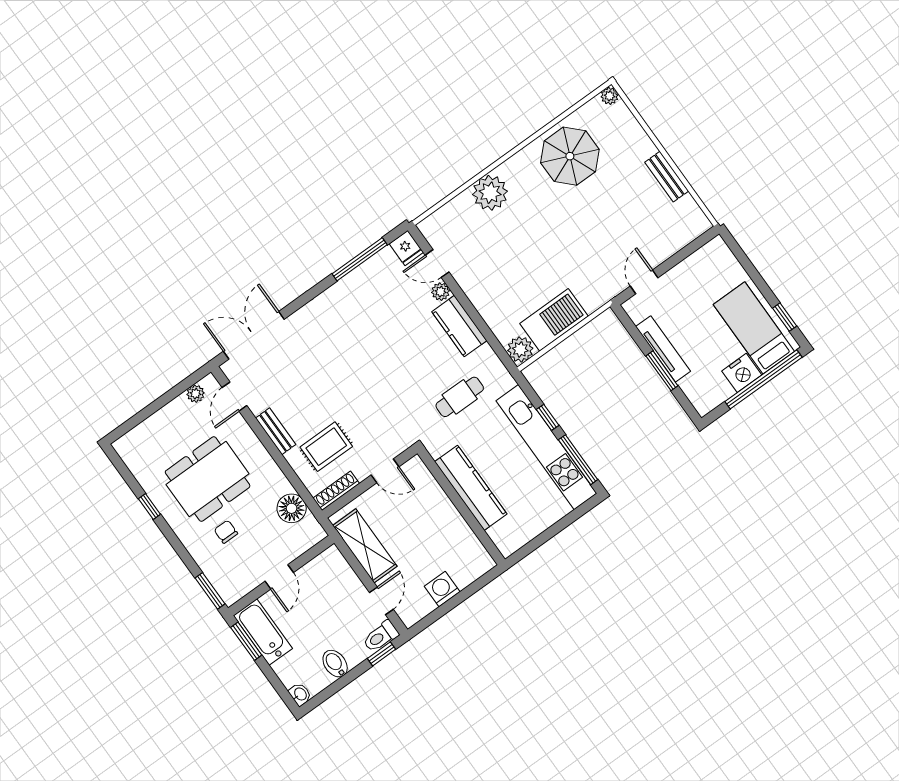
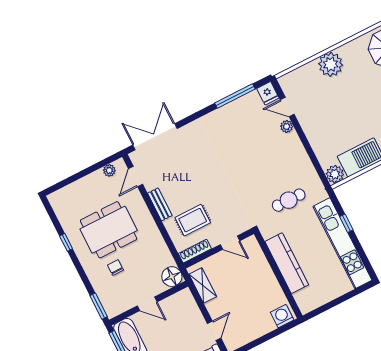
kitchen counter: (459, 326) -> (296, 152), removed
window: (578, 460) -> (363, 255), removed
floor lamp: (292, 508) -> (172, 277), moved
shelving: (365, 546) -> (203, 285), width x0.67, depth x0.75
door: (279, 577) -> (147, 304), hinge flipped
washing machine: (442, 589) -> (282, 316), moved

